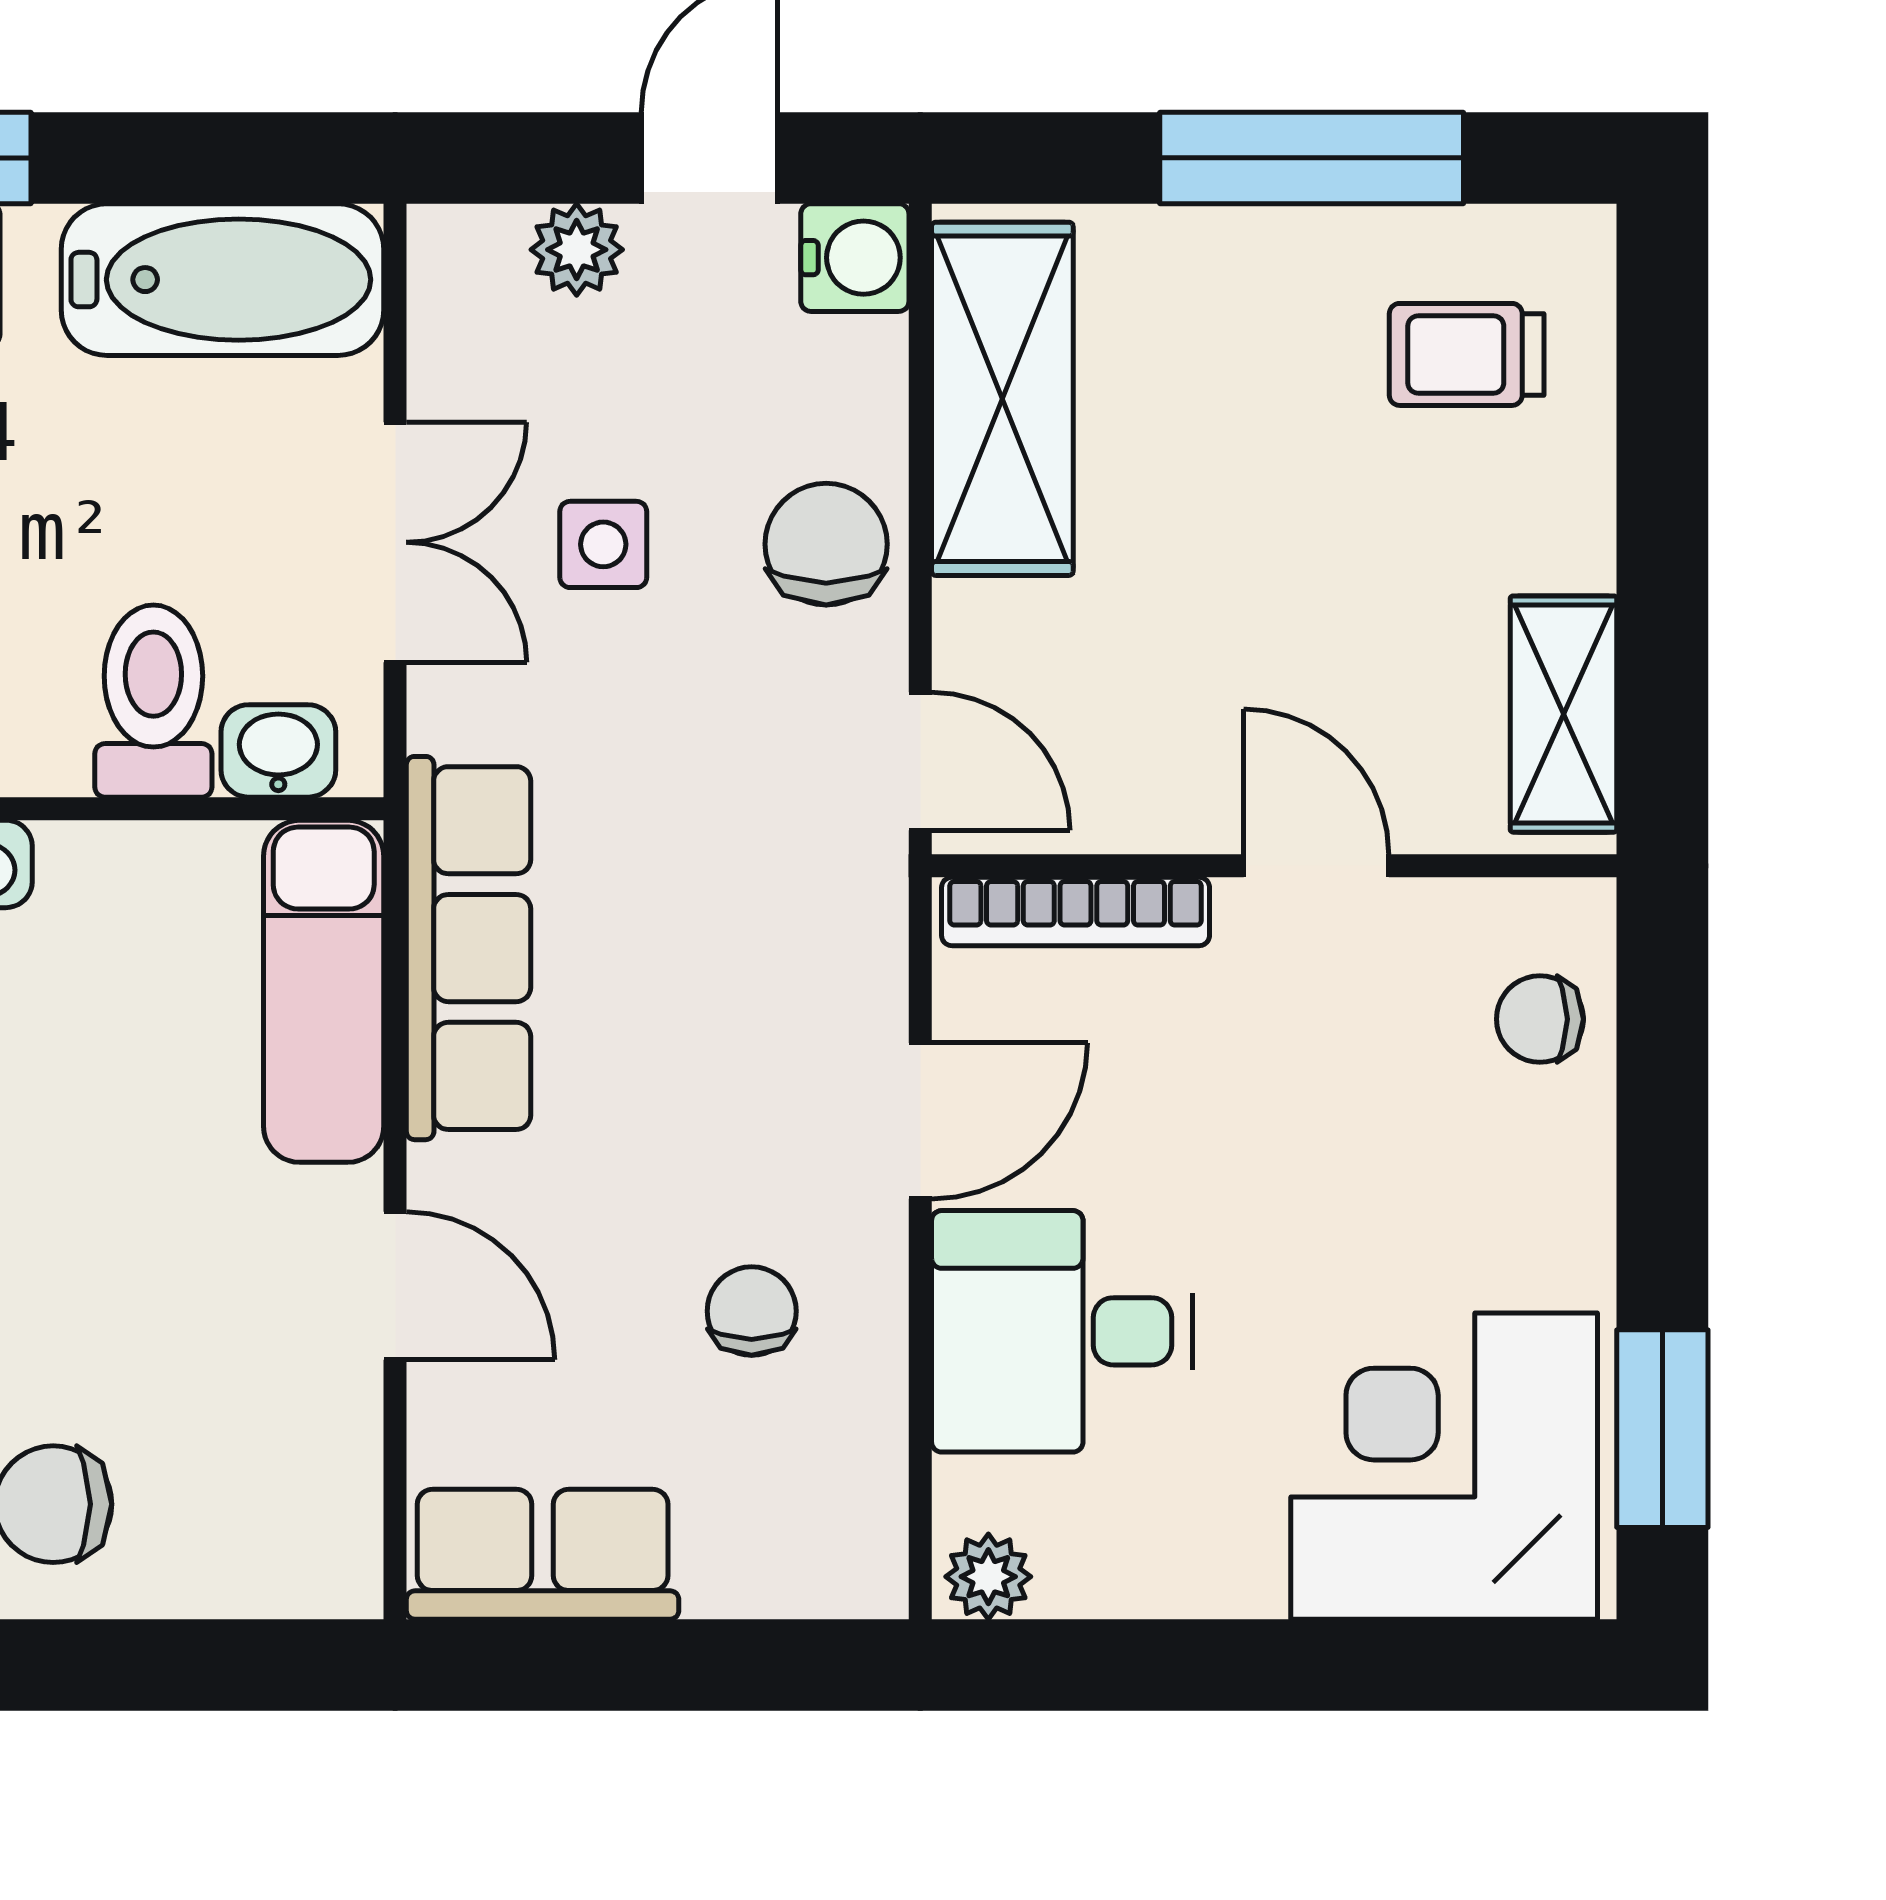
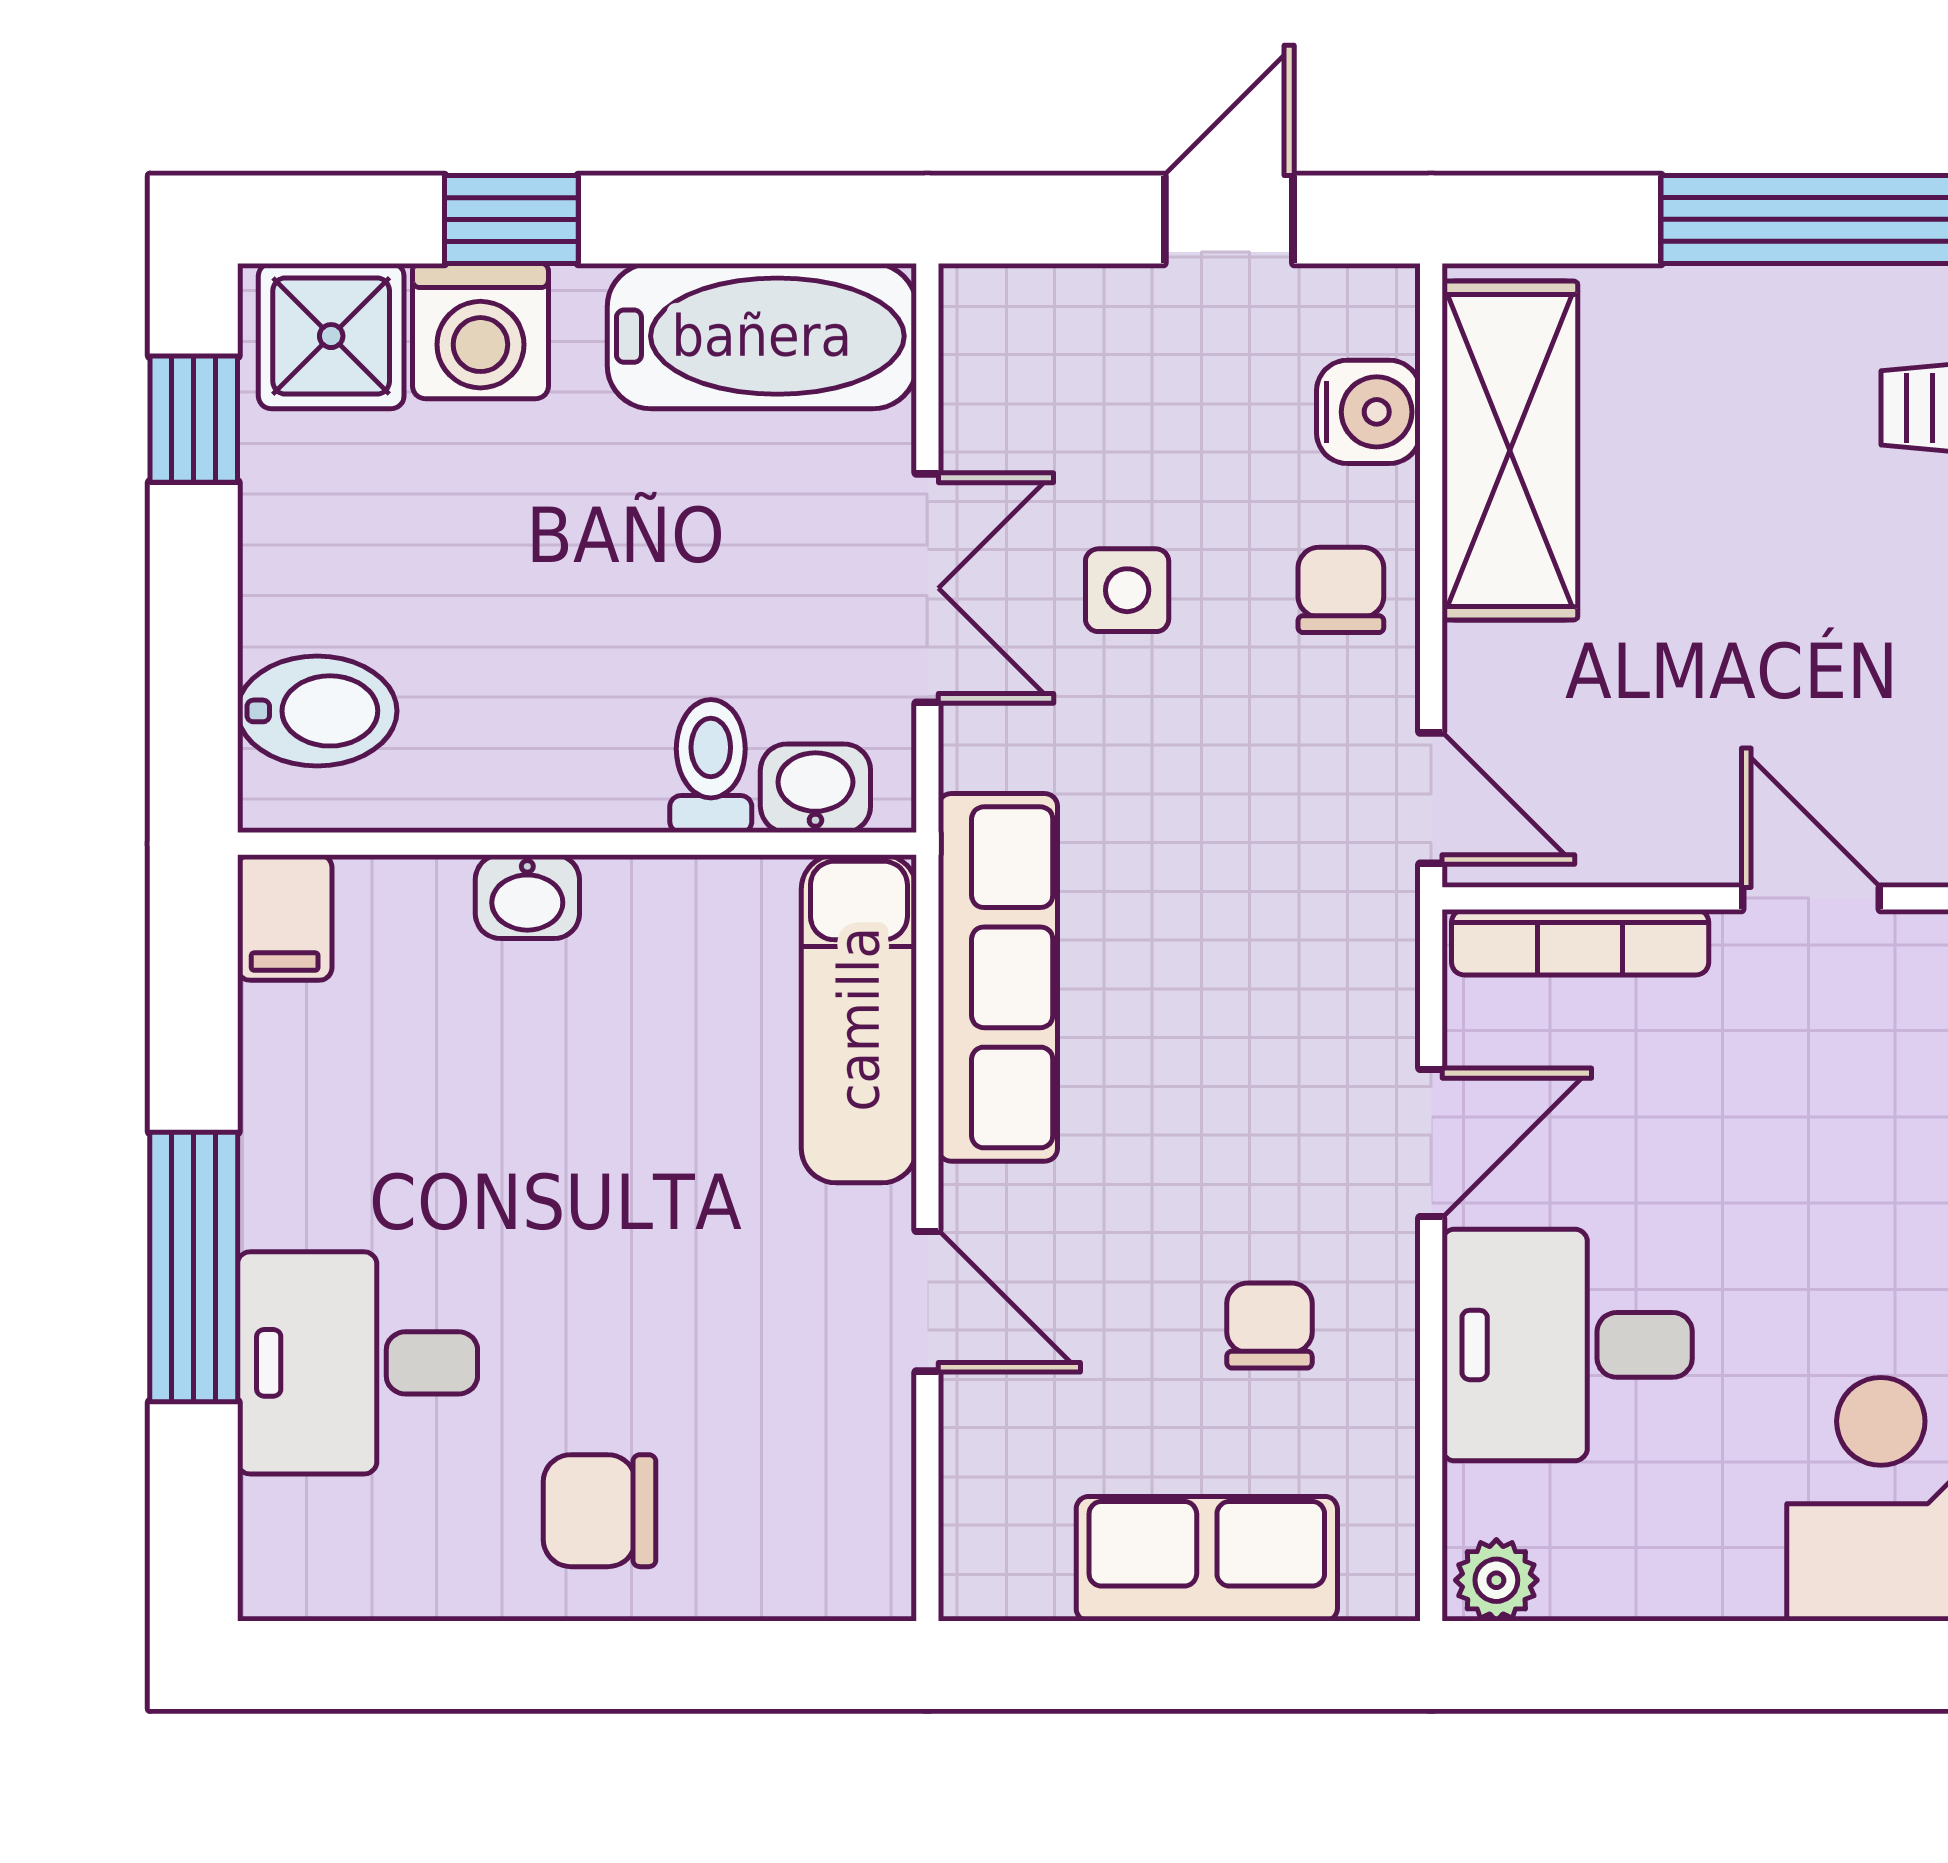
plant: (577, 250) -> (1102, 307), removed
water cooler: (855, 258) -> (1368, 412), moved
chair: (826, 544) -> (1341, 590), width x0.73, depth x0.73
toilet: (153, 701) -> (711, 766), width x0.73, depth x0.72
row of seats: (543, 1554) -> (1207, 1559), moved

